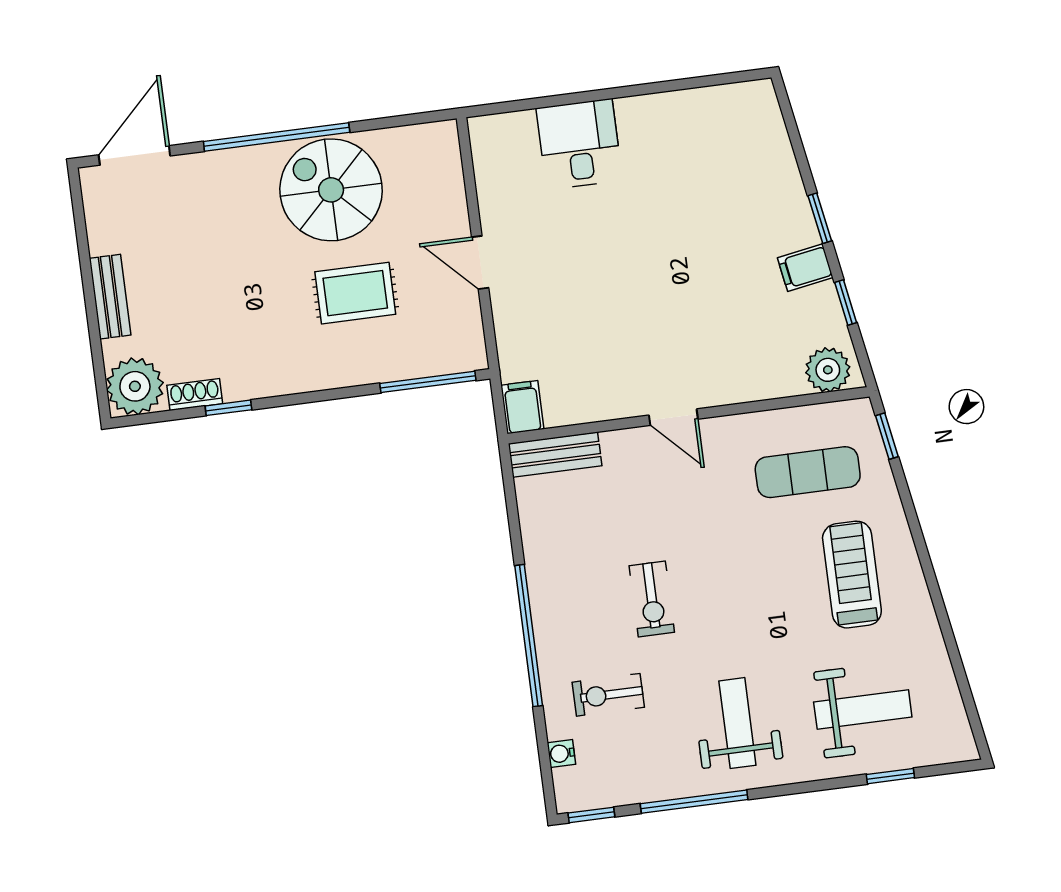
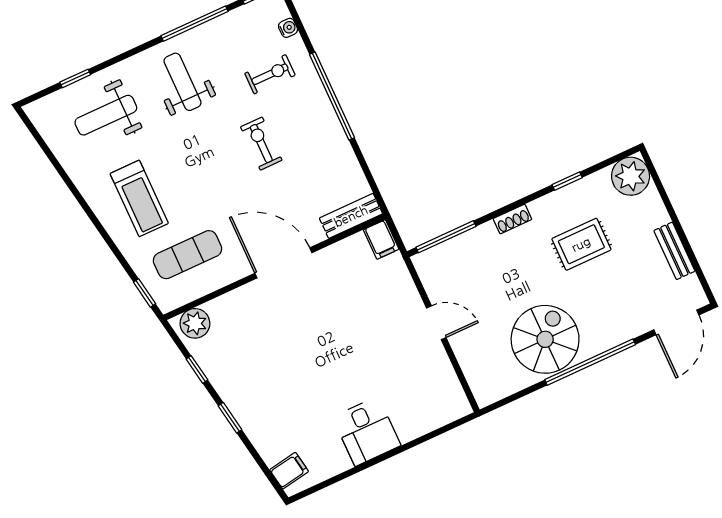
desk: (579, 144) -> (367, 431), moved
spiral stairs: (331, 190) -> (545, 339), turned -90
filing cabinet: (805, 268) -> (289, 471), moved
rug: (355, 293) -> (581, 244), moved
bench: (110, 297) -> (674, 251), moved
shoe rack: (195, 394) -> (512, 219), moved
door: (673, 417) -> (283, 263), width x1.88
weight bench: (737, 723) -> (183, 82), turned 180

